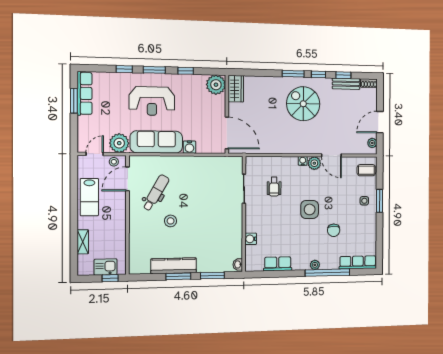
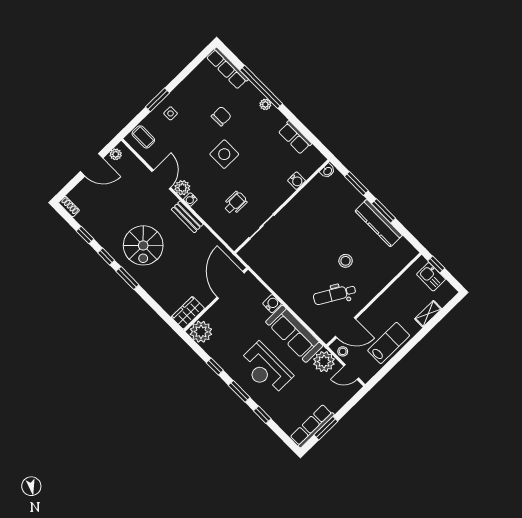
bench: (346, 84) -> (187, 217), moved
reception desk: (152, 101) -> (266, 369), turned 180

